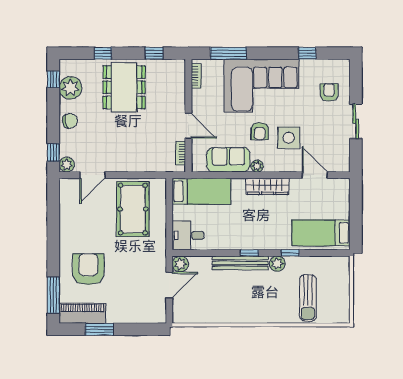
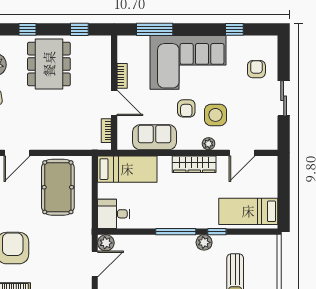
bookcase: (196, 76) -> (122, 76), moved
plant: (257, 166) -> (209, 144), moved
door: (315, 175) -> (242, 153), swing flipped
window: (249, 253) -> (176, 232), width x2.17
bench: (240, 263) -> (167, 242), removed

